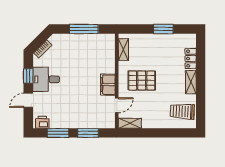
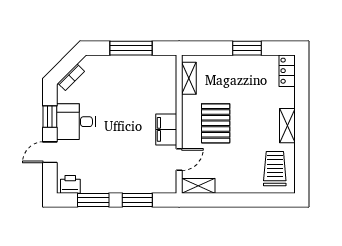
locker: (191, 59) -> (287, 71), moved
pallet: (142, 80) -> (216, 123), turned 90
trolley: (182, 111) -> (275, 169), turned 87

